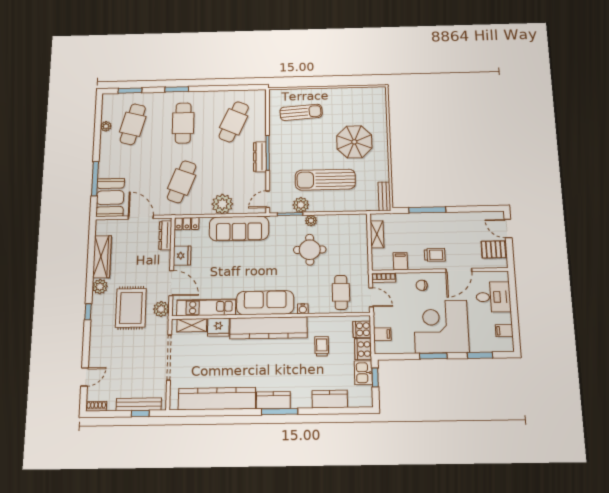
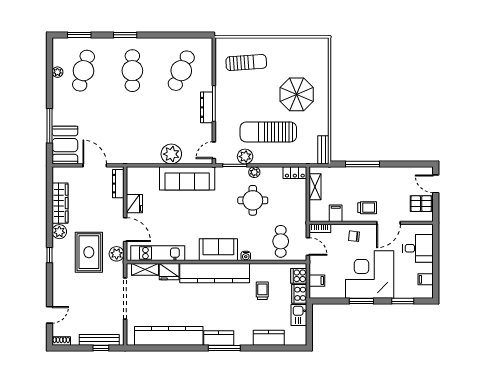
cafe table: (182, 182) -> (132, 131), removed
locker: (187, 224) -> (295, 173), moved
sofa: (265, 303) -> (218, 250), width x0.73
window: (375, 377) -> (309, 319), removed

